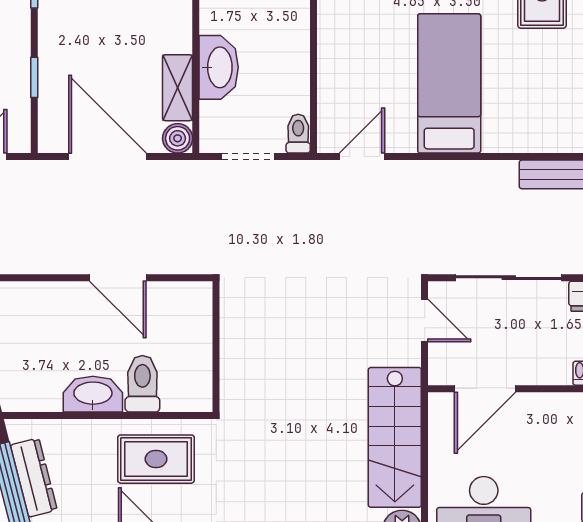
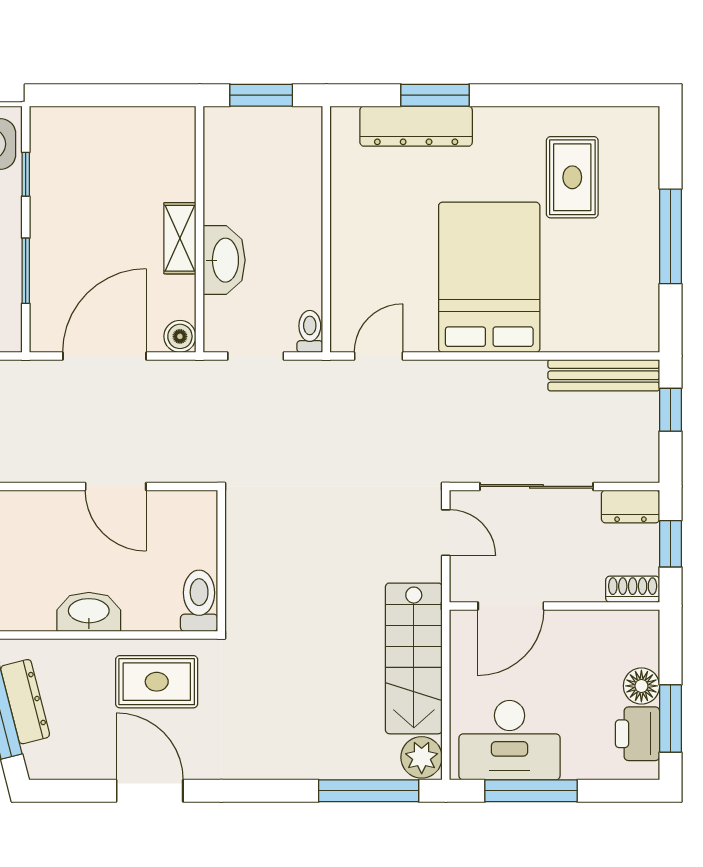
window: (34, 77) -> (26, 271), width x1.50
bed: (449, 83) -> (489, 277), width x1.50
shelving: (178, 88) -> (180, 238), moved
door: (108, 157) -> (104, 356), hinge flipped
toilet: (142, 384) -> (199, 601), moved

